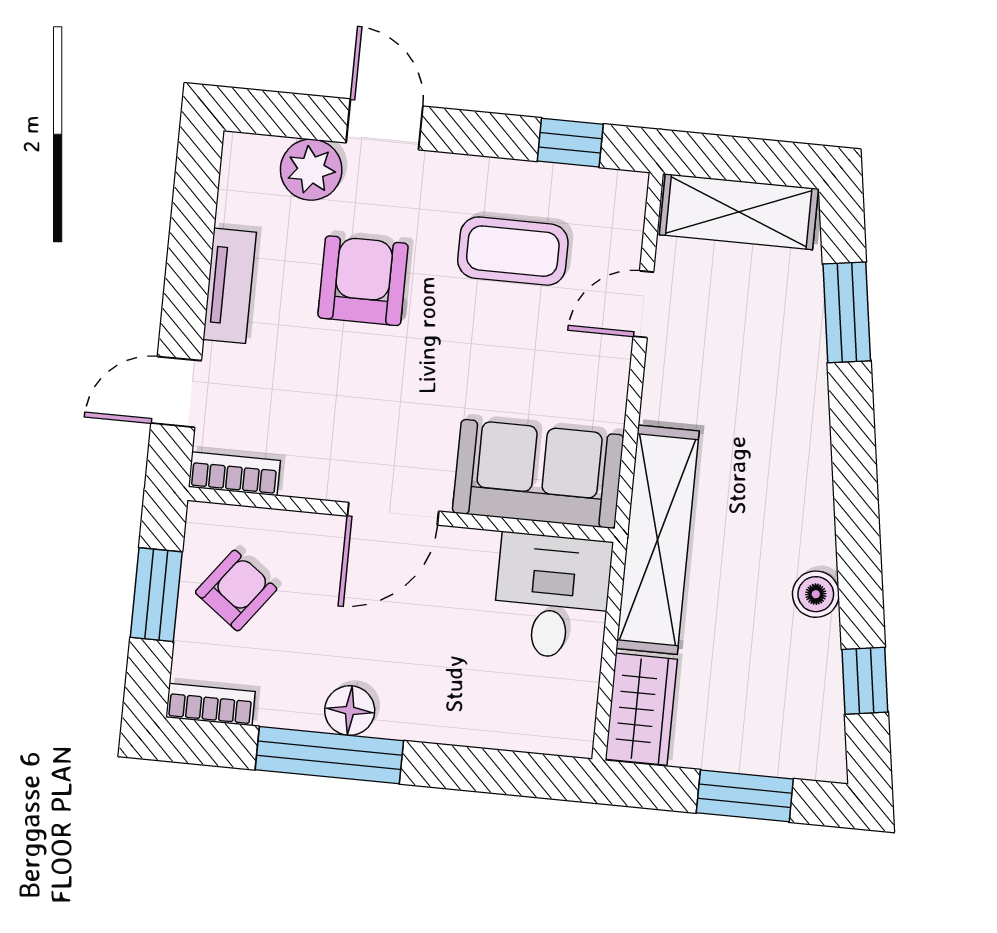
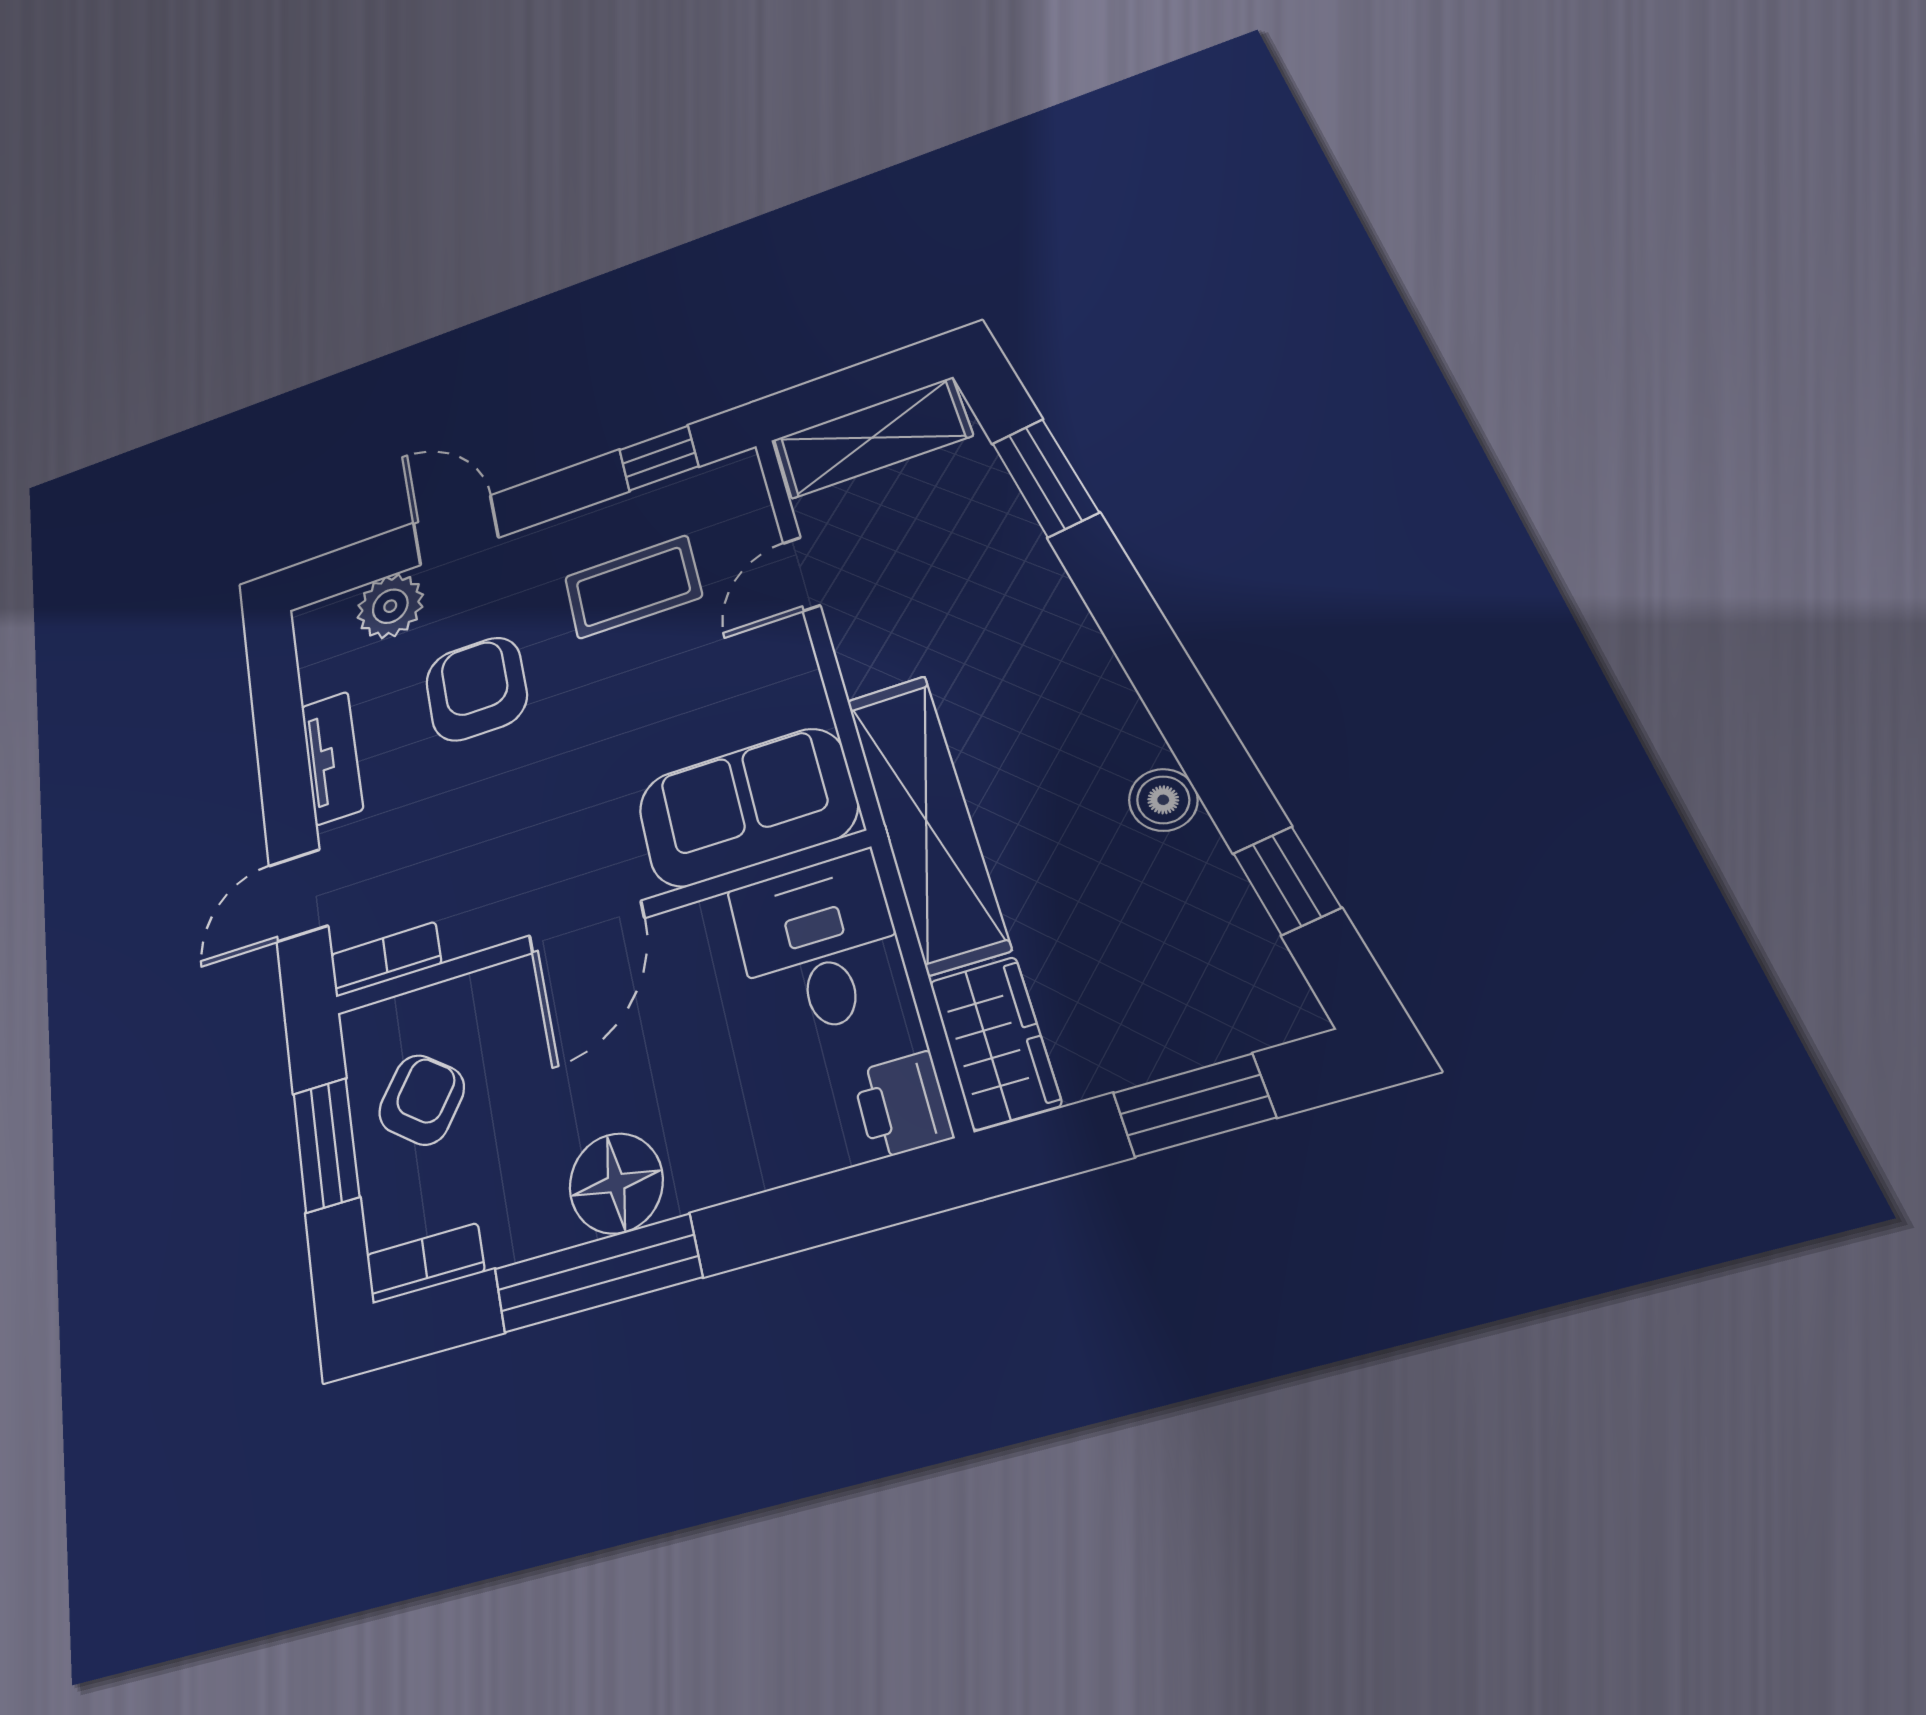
floor lamp: (350, 711) -> (616, 1183), width x1.38, depth x1.38
printer: (567, 725) -> (902, 1105), added

